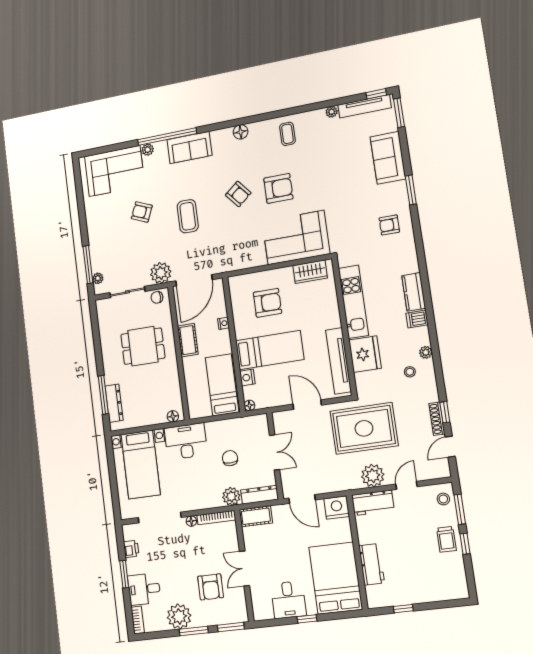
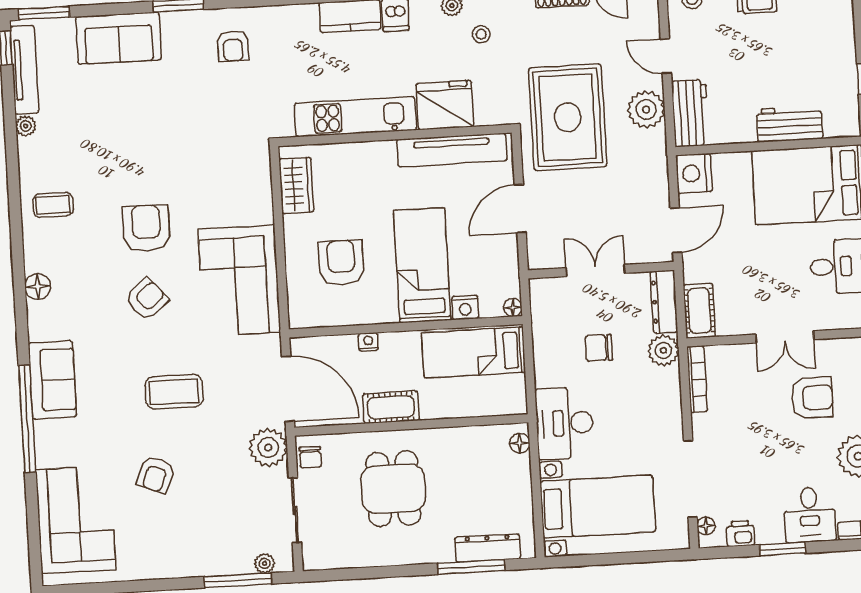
plant: (148, 150) -> (46, 456), removed
corner sofa: (296, 238) -> (239, 281), moved
floor lamp: (191, 521) -> (706, 526), moved

